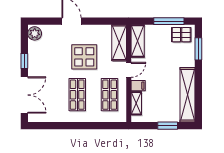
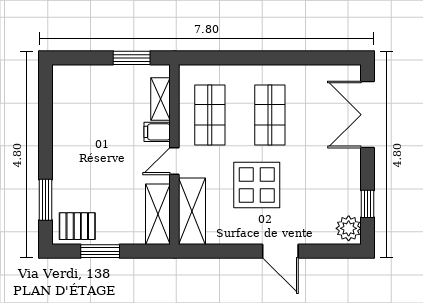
window: (169, 21) -> (100, 251), width x0.69
window: (24, 61) -> (368, 204), moved
shelving: (187, 95) -> (66, 115), removed
window: (168, 126) -> (132, 58), moved

